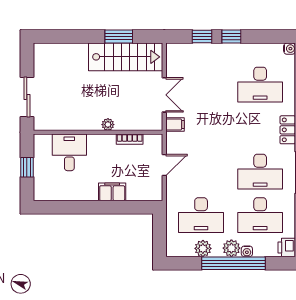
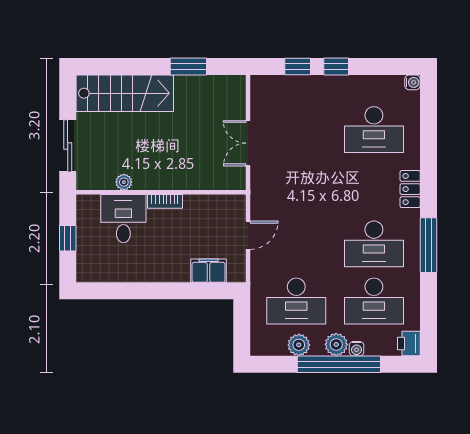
stairs: (126, 57) -> (125, 93), moved
double door: (164, 95) -> (248, 143), swing flipped
plant: (108, 125) -> (124, 182), moved
filing cabinet: (175, 125) -> (262, 182), removed
bookcase: (130, 139) -> (165, 201), moved
filing cabinet: (112, 192) -> (208, 271), moved

